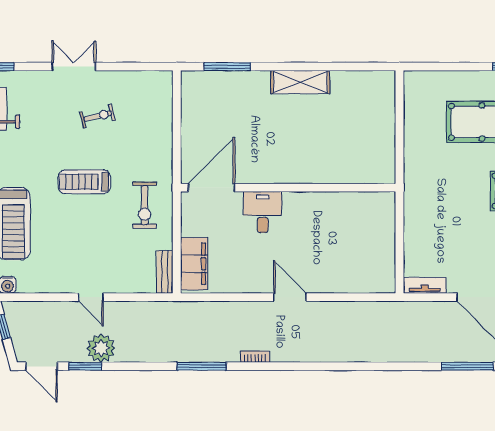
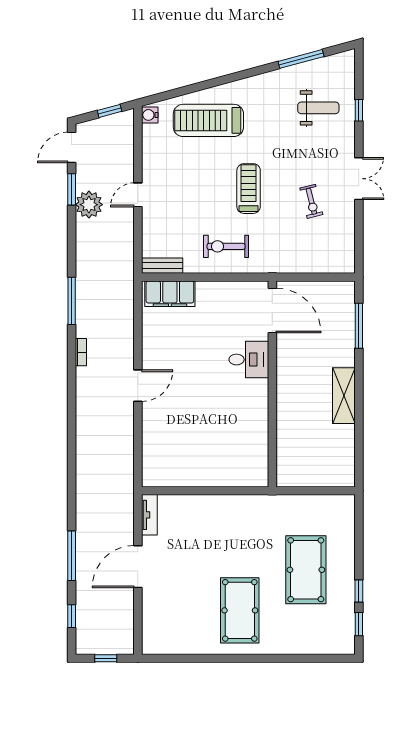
door: (211, 188) -> (272, 310), moved
wall: (288, 188) -> (272, 384), moved
desk: (263, 212) -> (249, 360), moved

